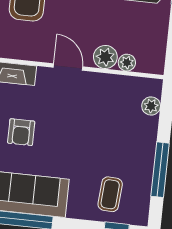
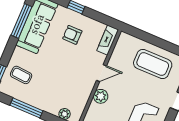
plant: (127, 63) -> (94, 108), removed

